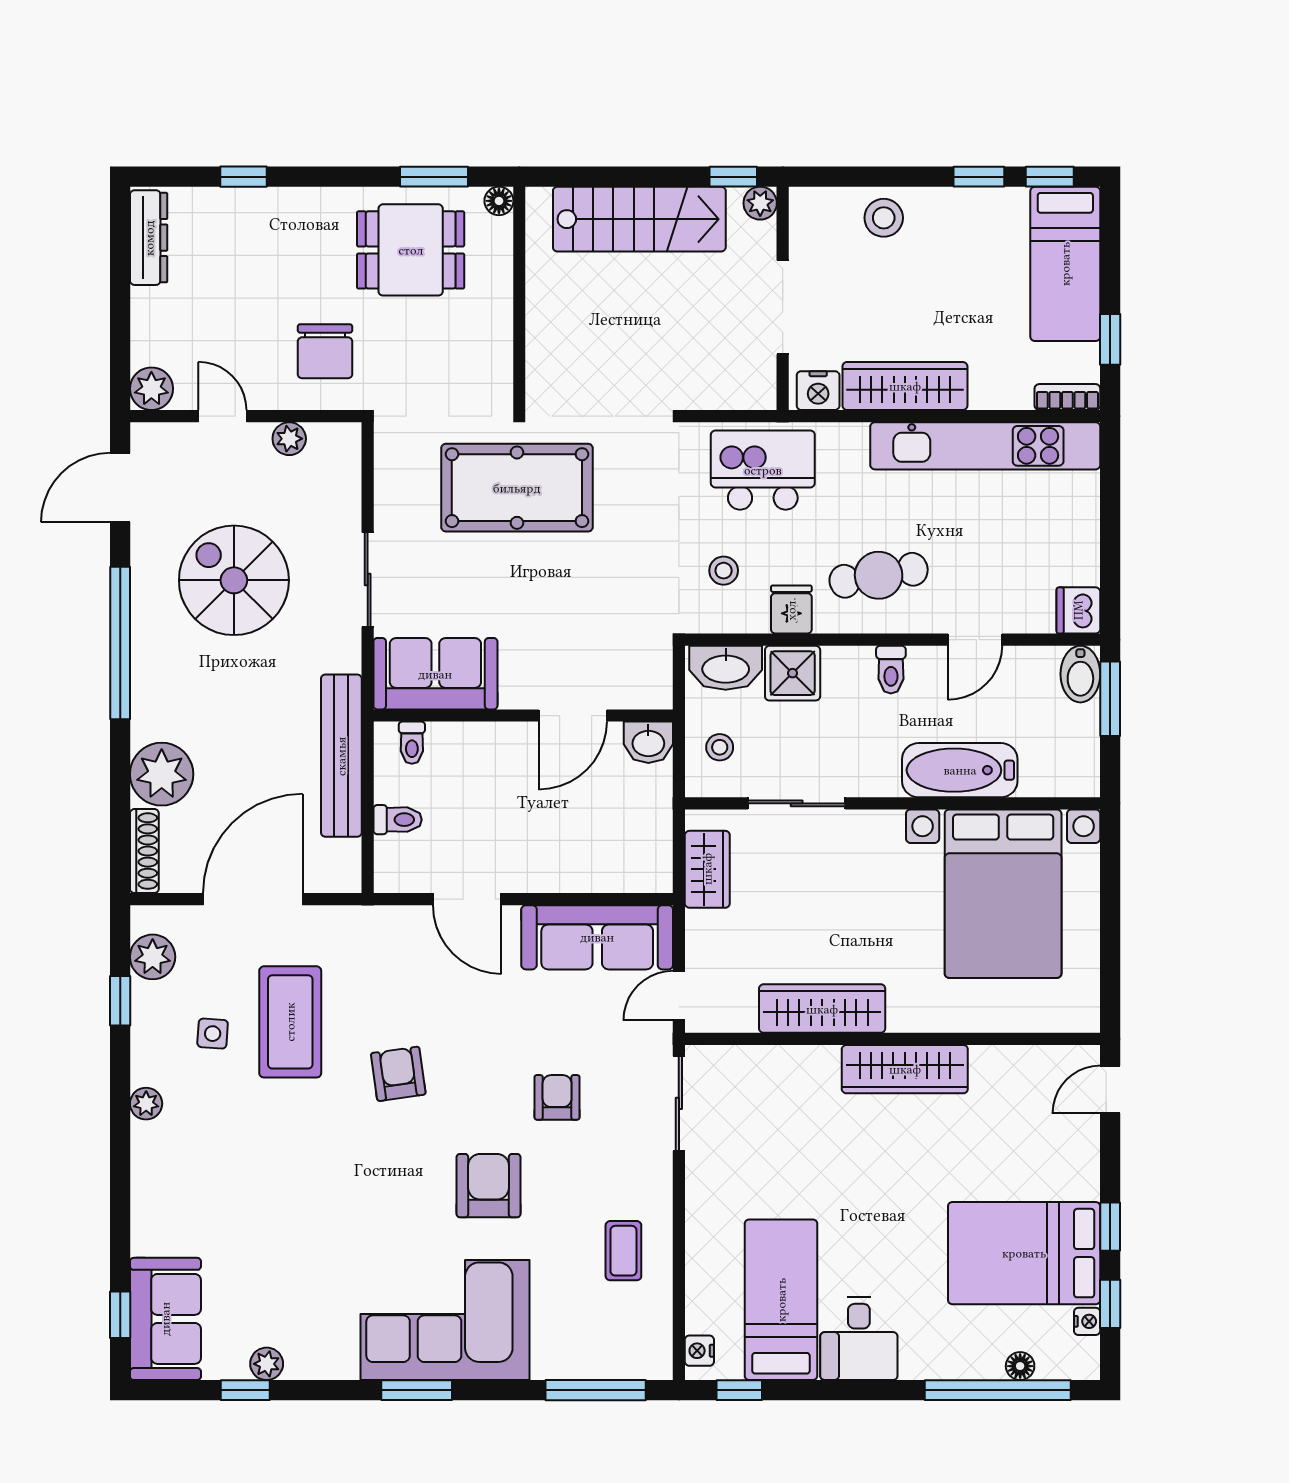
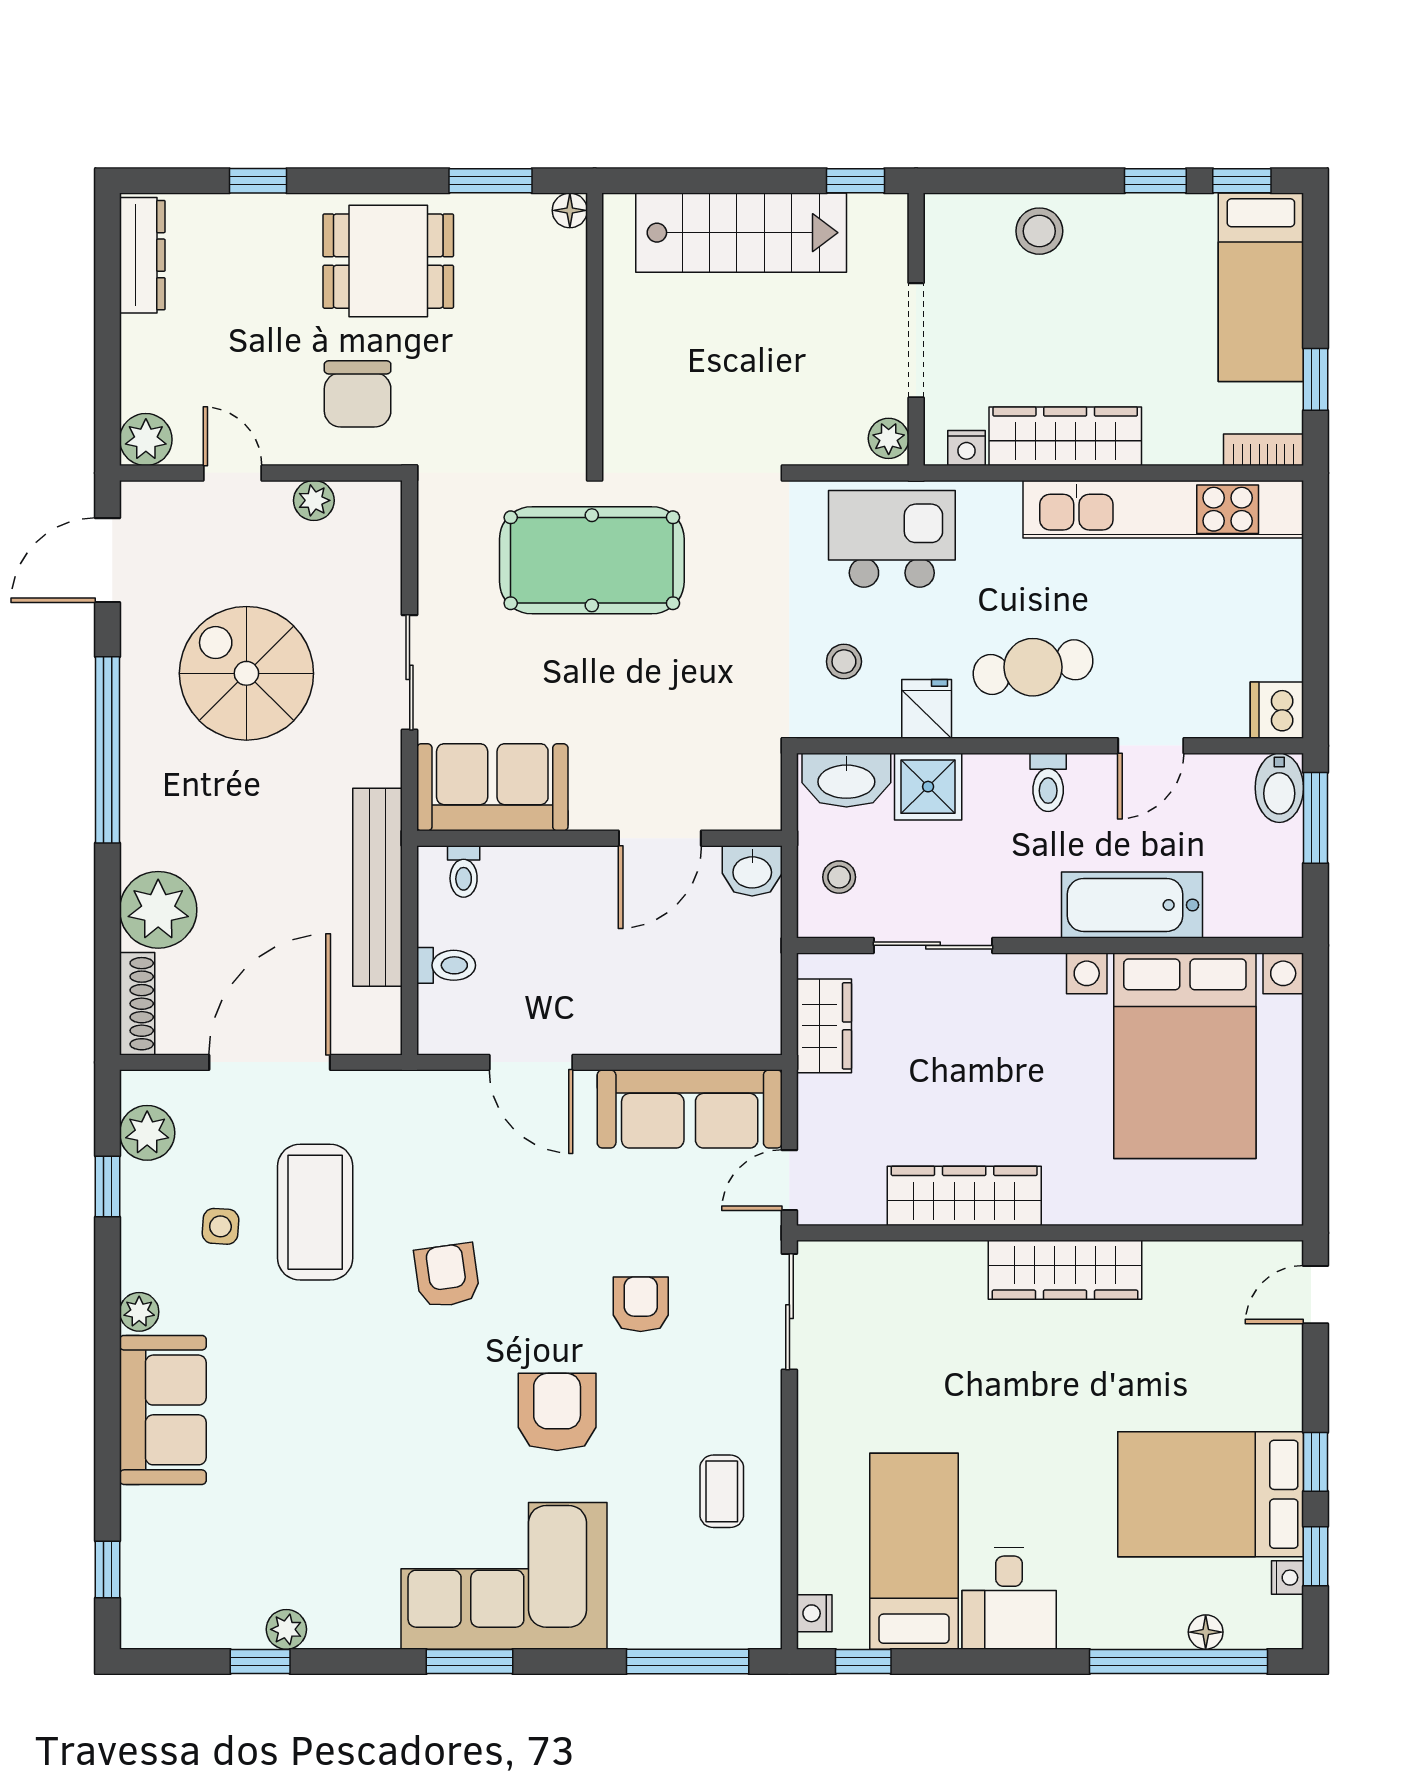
plant: (760, 203) -> (889, 438), moved
dining table: (411, 250) -> (388, 261), moved
nightstand: (818, 391) -> (967, 448), width x0.72, depth x0.74
sofa: (165, 1319) -> (163, 1410), moved

